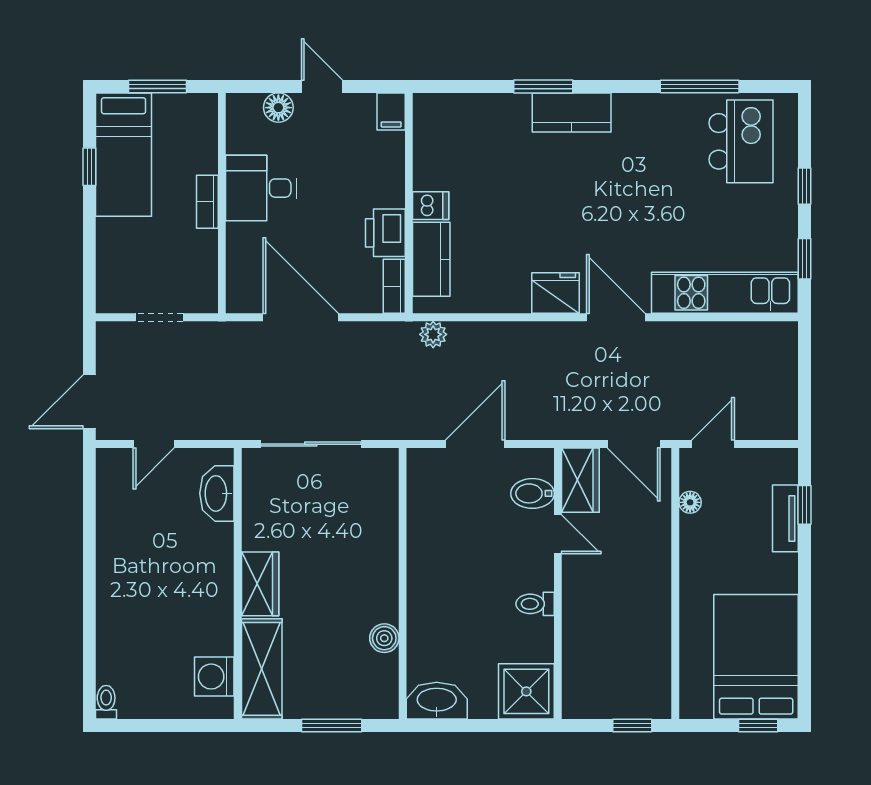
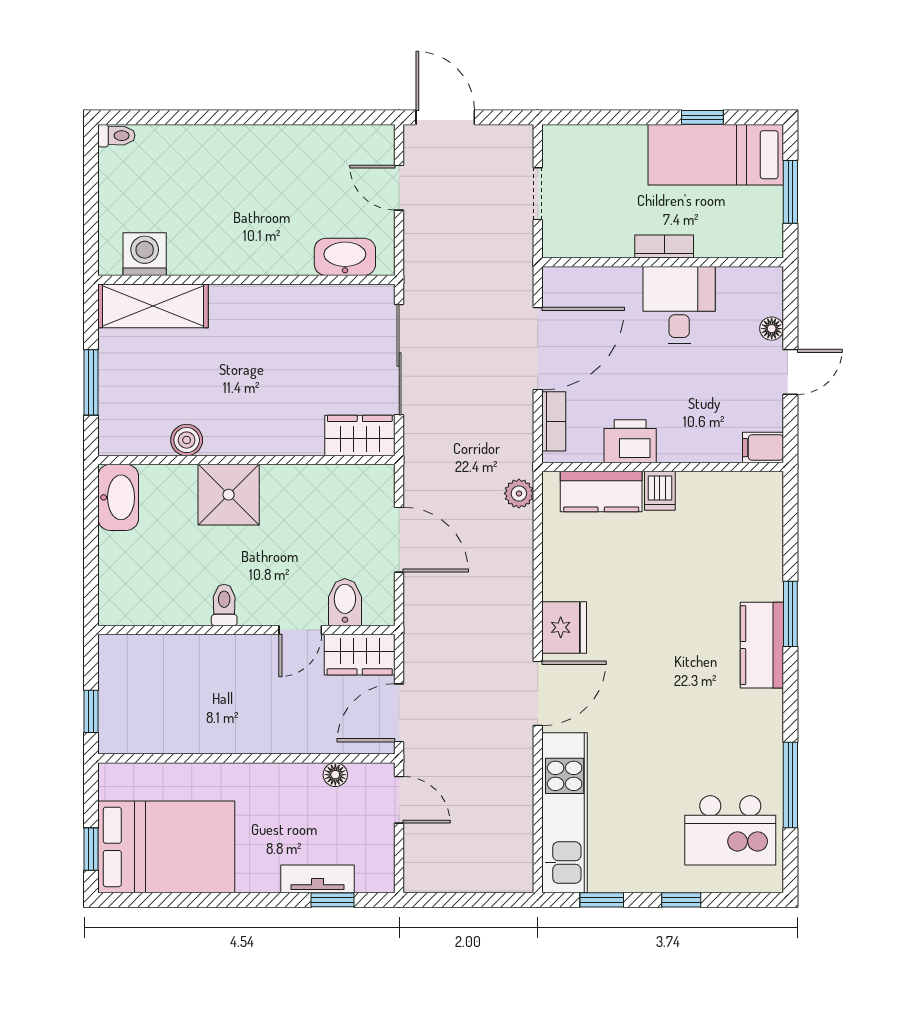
floor lamp: (278, 108) -> (772, 329), width x0.73, depth x0.73
bookcase: (394, 286) -> (554, 421), moved, turned 90
wardrobe: (260, 584) -> (360, 436), moved, turned 180
shower: (526, 691) -> (229, 495), moved

